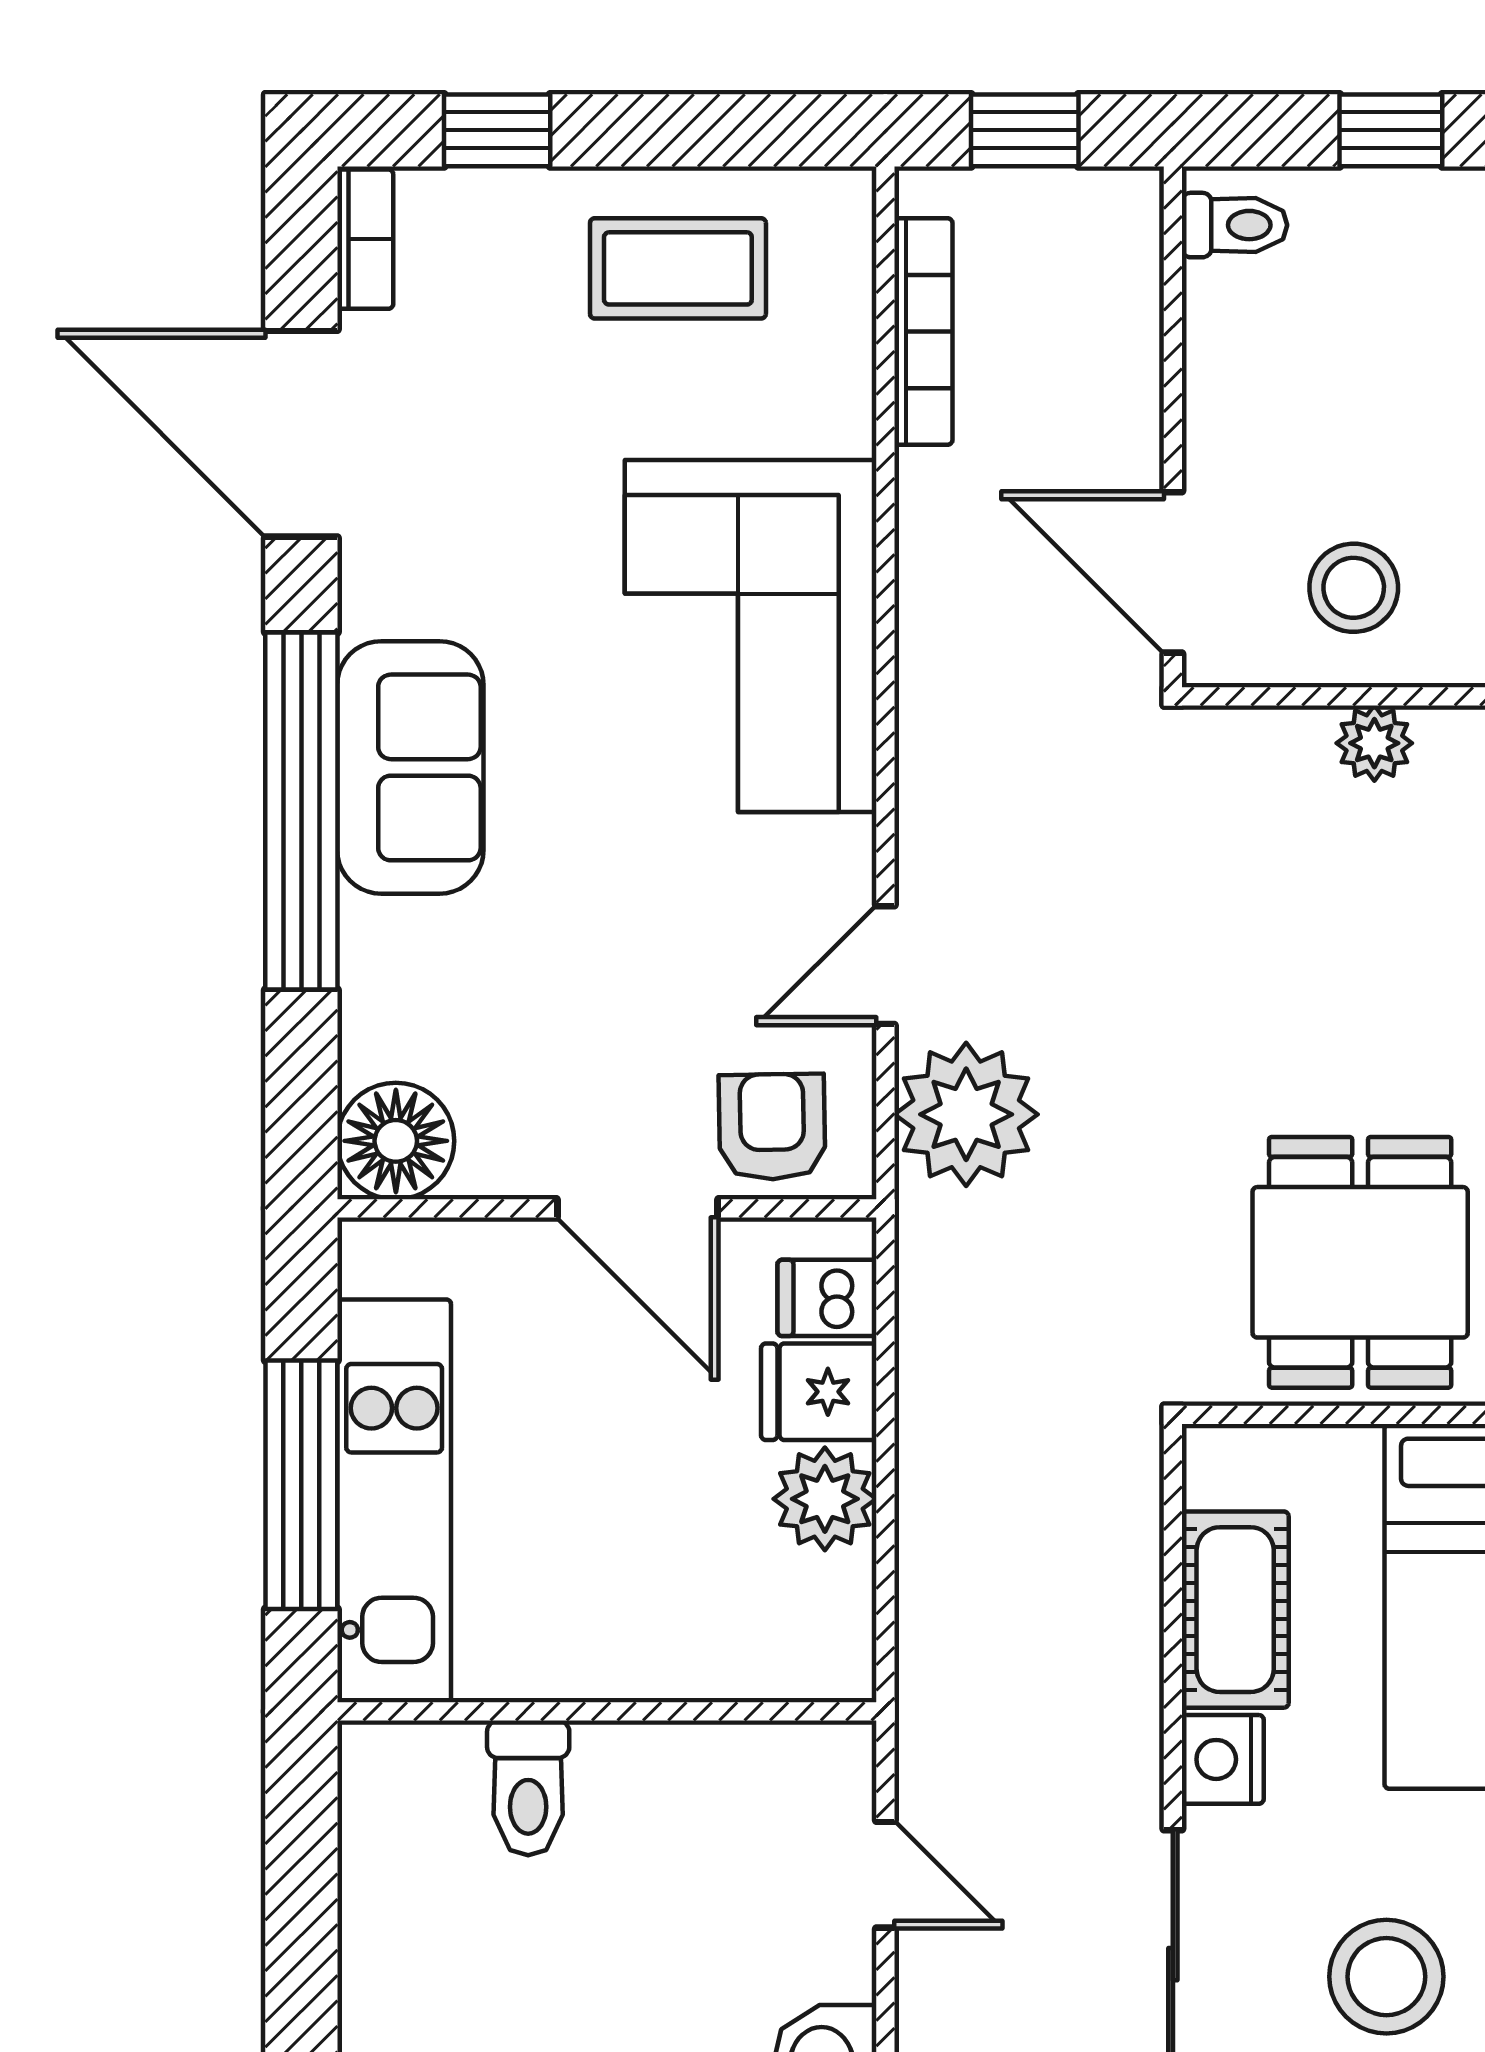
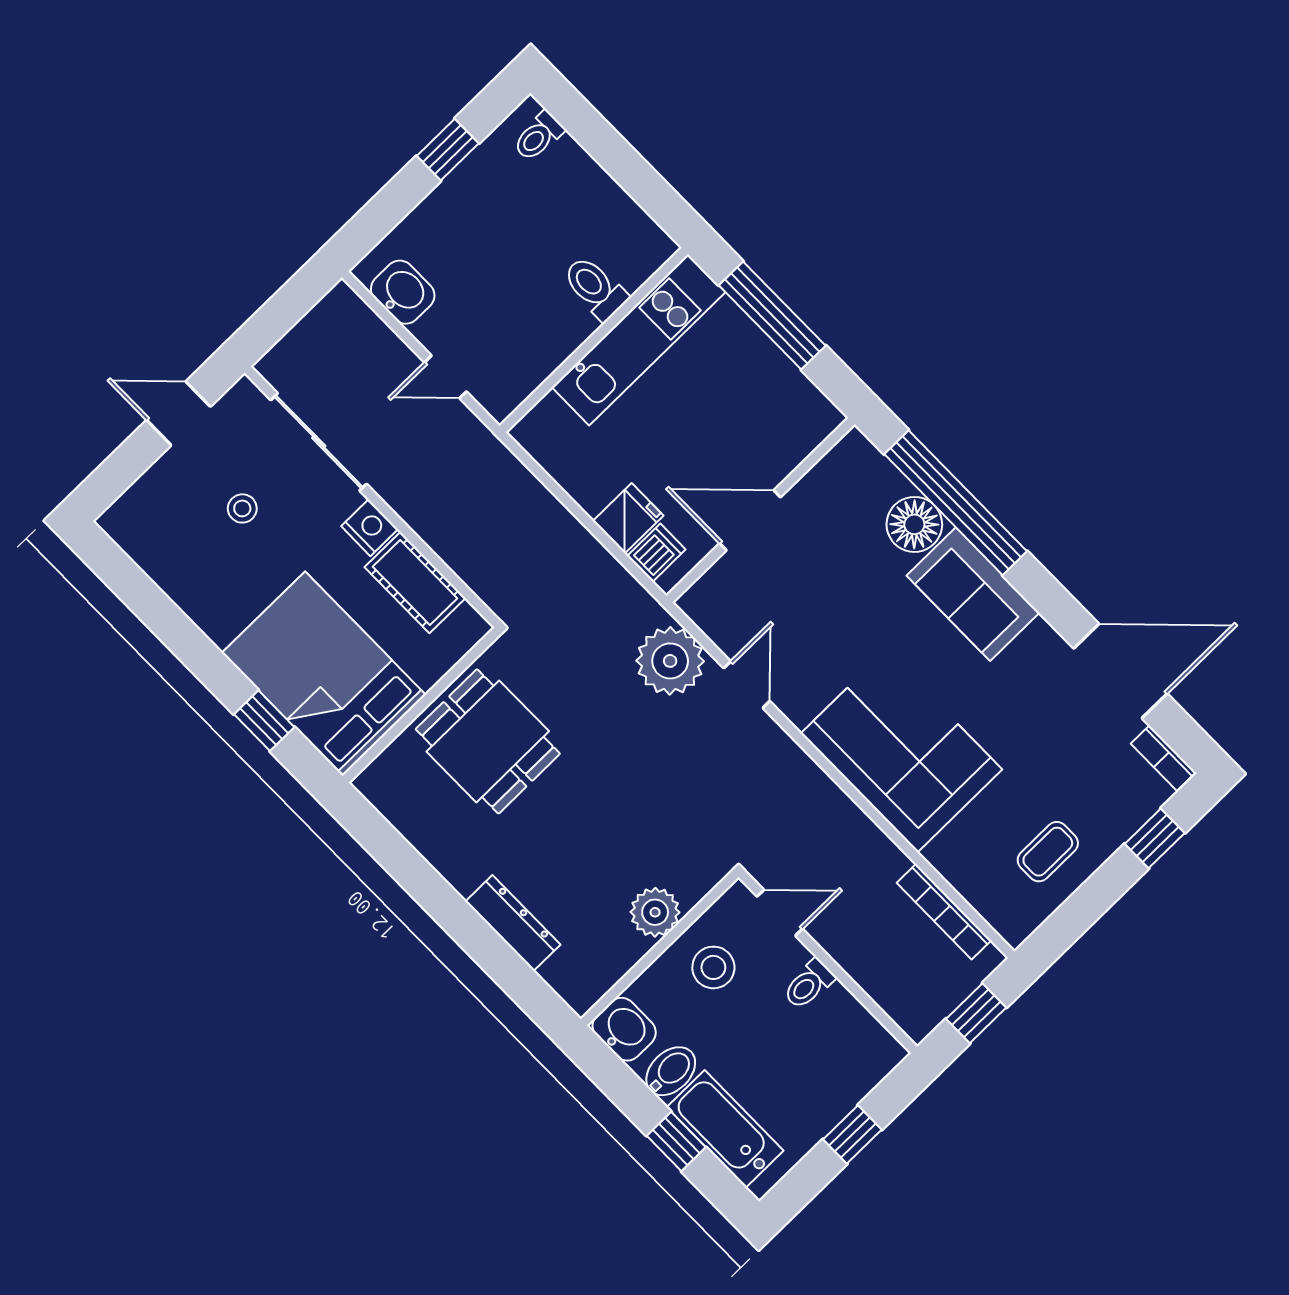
toilet: (1234, 225) -> (809, 984), moved
coffee table: (678, 268) -> (1048, 852), width x0.73, depth x0.77
door: (1173, 572) -> (780, 913), width x0.73
plant: (1374, 743) -> (655, 912), width x1.38, depth x1.38
window: (301, 811) -> (956, 503), moved
armchair: (772, 1127) -> (732, 592), removed
floor lamp: (396, 1141) -> (914, 524), moved
plant: (825, 1499) -> (591, 484), removed
kitchen unit: (394, 1501) -> (639, 340), moved, turned -90
stool: (1386, 1977) -> (242, 508), width x0.53, depth x0.53

